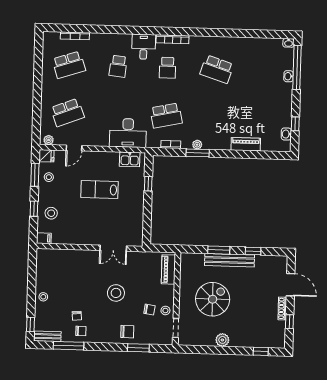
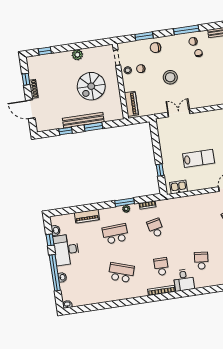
window: (297, 67) -> (55, 273), moved
school desk: (166, 115) -> (155, 228), width x0.54
school desk: (215, 117) -> (115, 234), added
desk: (128, 133) -> (66, 250), moved, turned -90
window: (68, 346) -> (186, 30), moved

